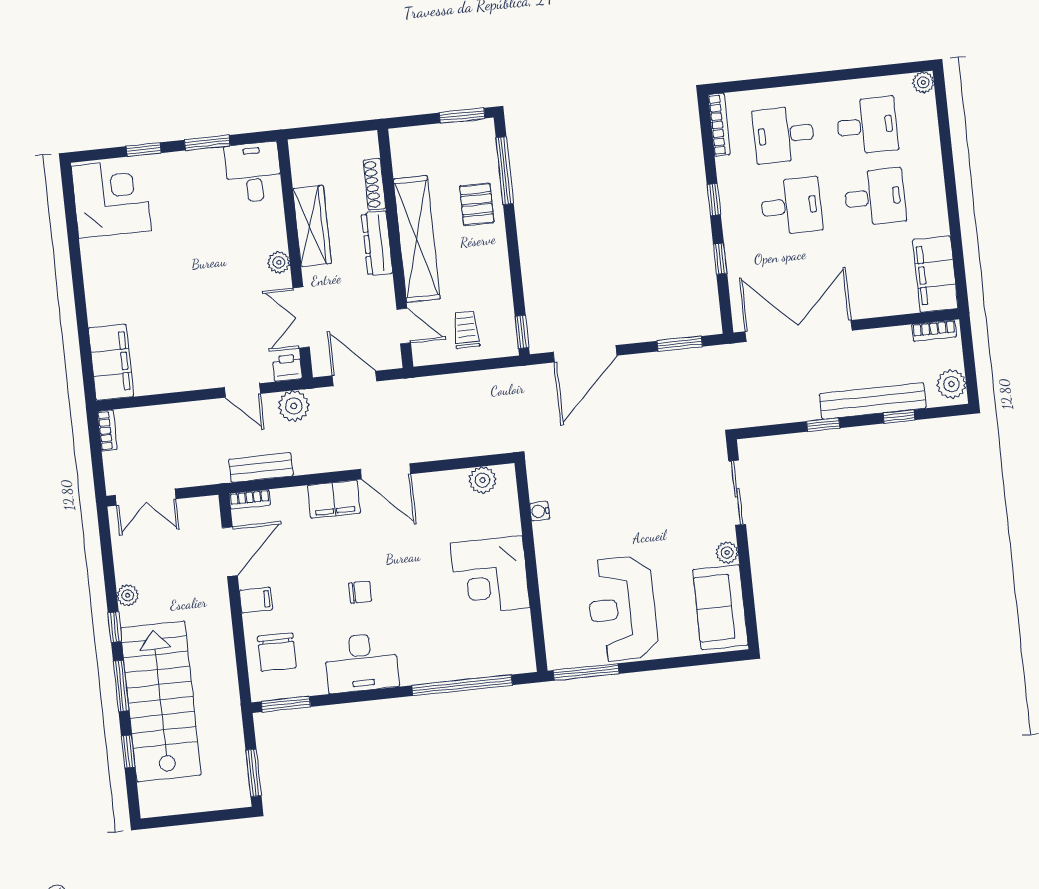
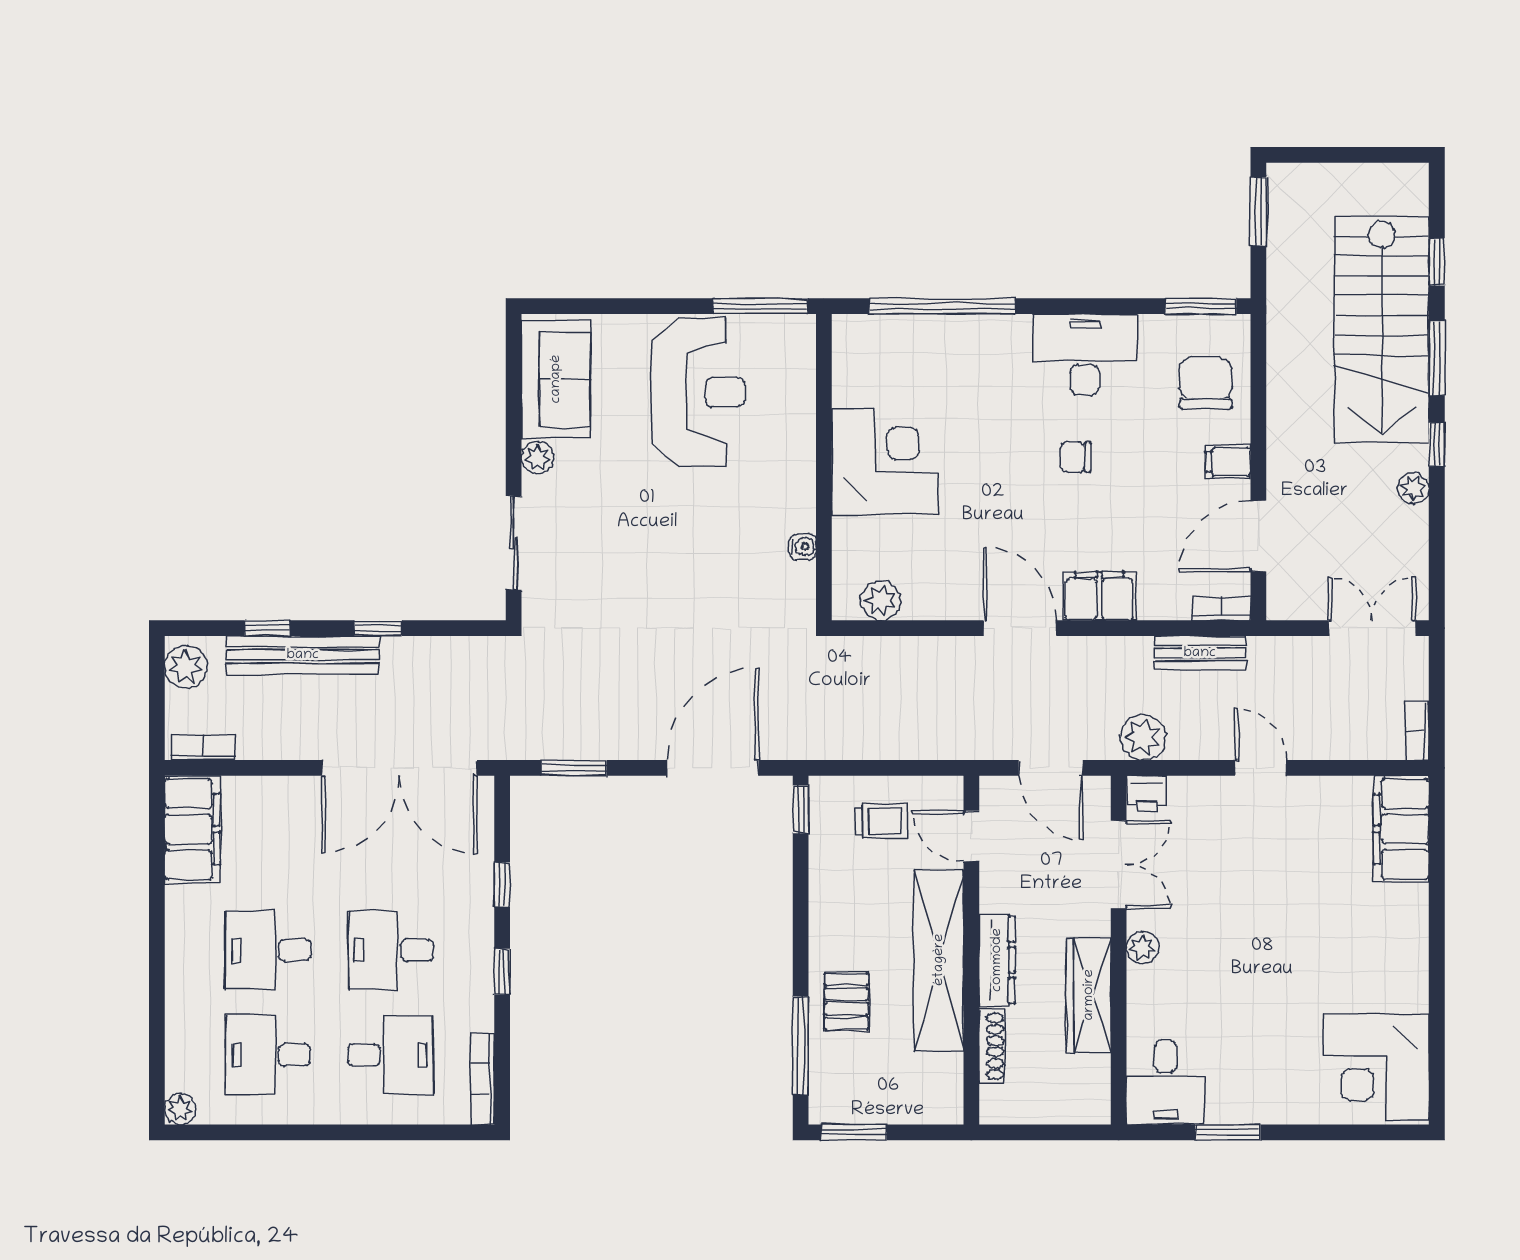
window: (144, 150) -> (1321, 1132), removed
trolley: (466, 330) -> (881, 821), turned -90
door: (242, 390) -> (1261, 768), moved

